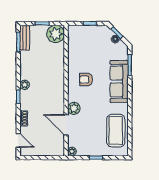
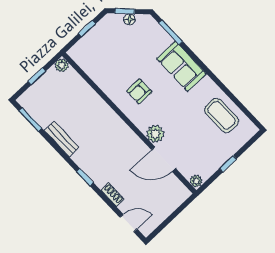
plant: (56, 34) -> (62, 65), width x0.53, depth x0.53
bench: (25, 38) -> (62, 139), moved
sofa: (119, 81) -> (181, 66), width x0.73
plant: (25, 85) -> (80, 158), removed
coffee table: (116, 131) -> (222, 115), width x0.73, depth x0.76

